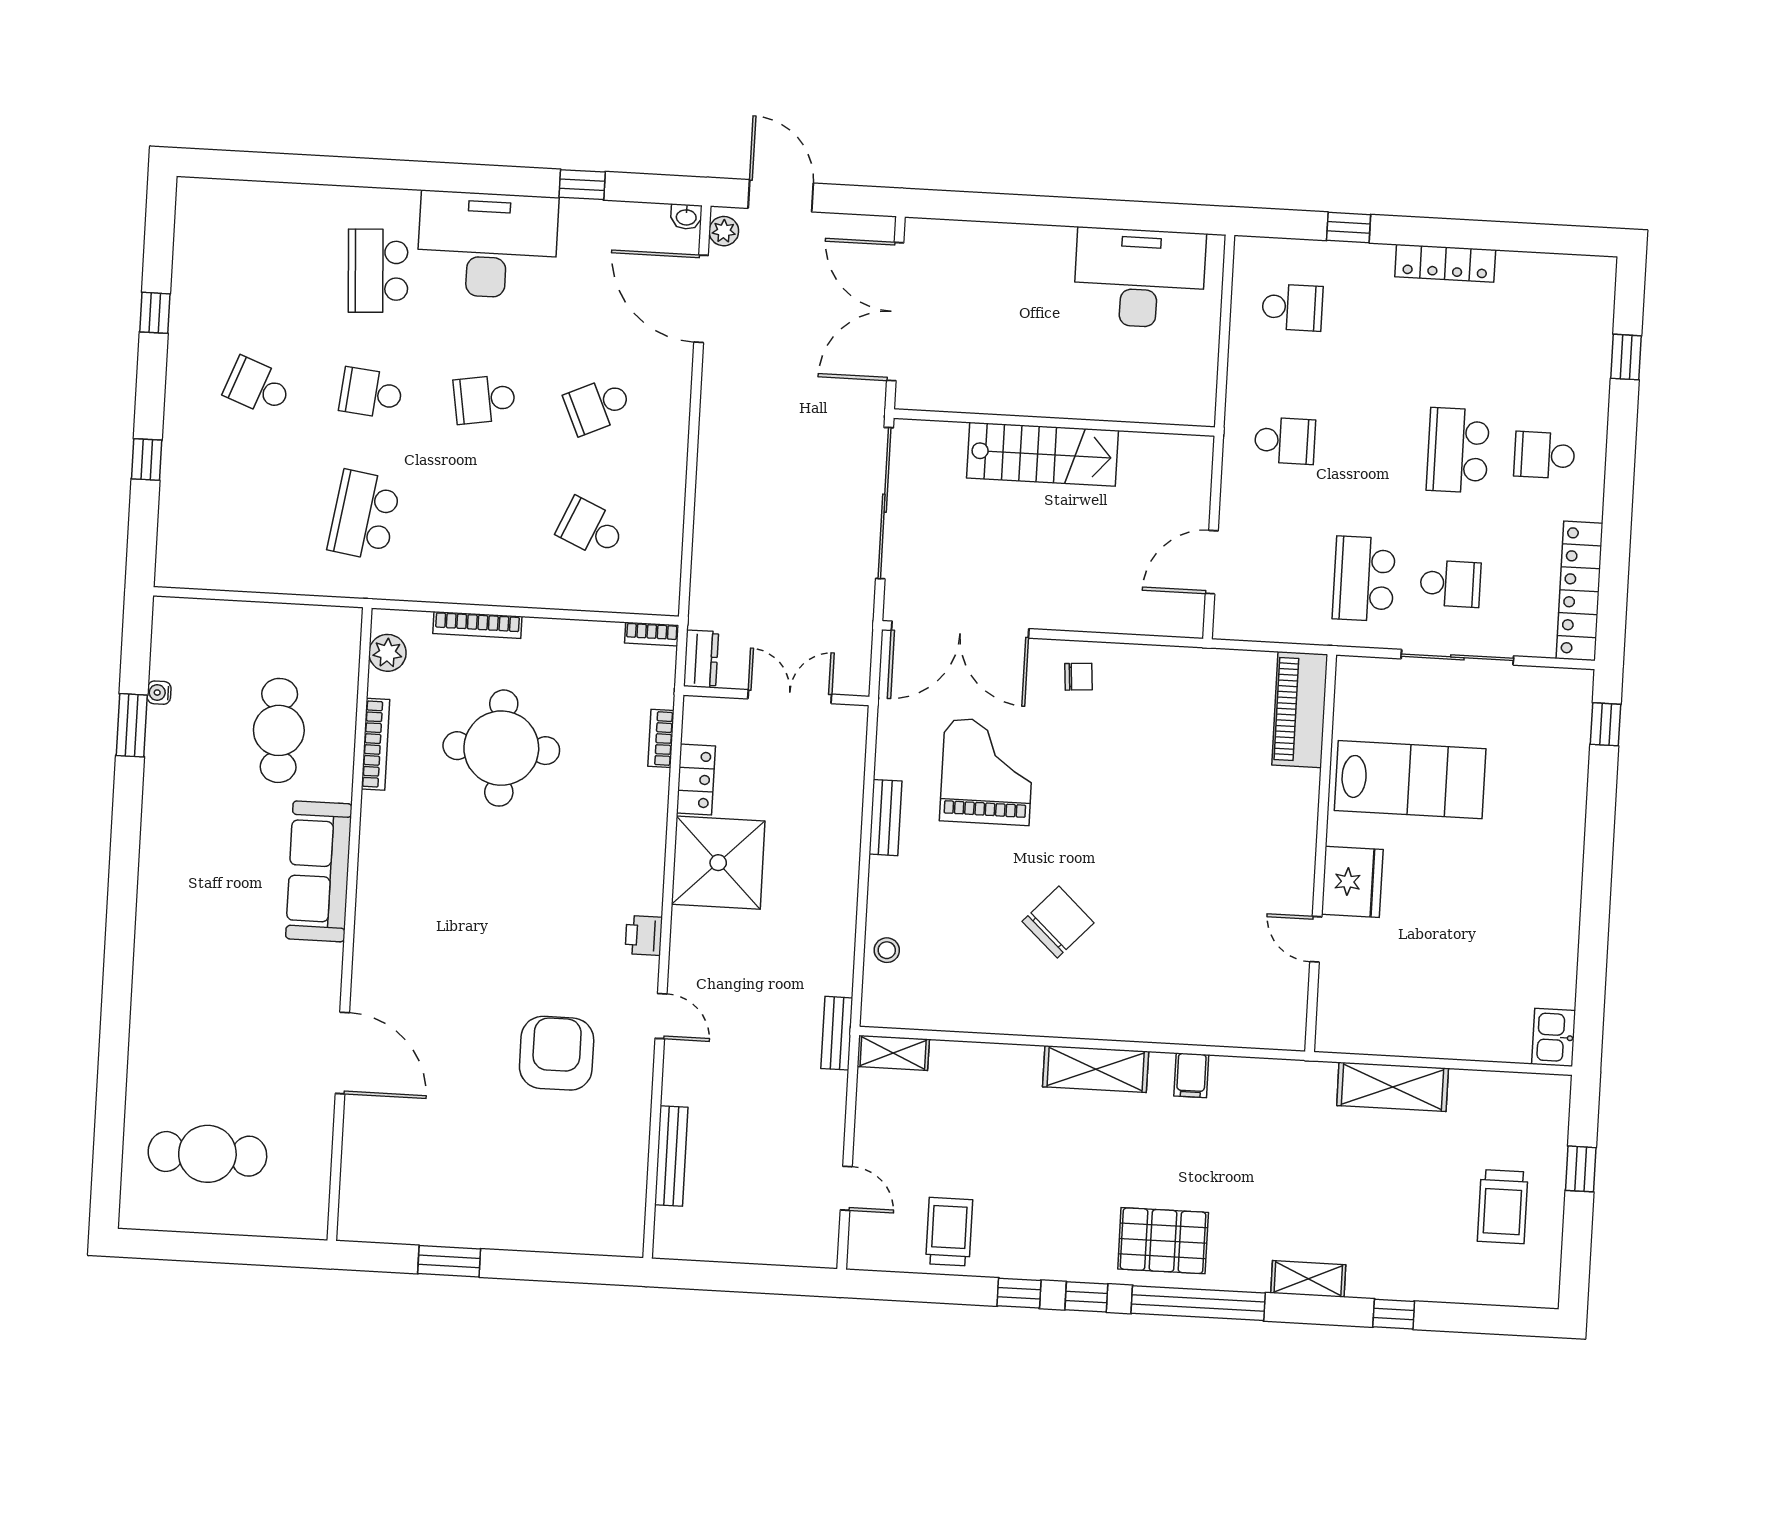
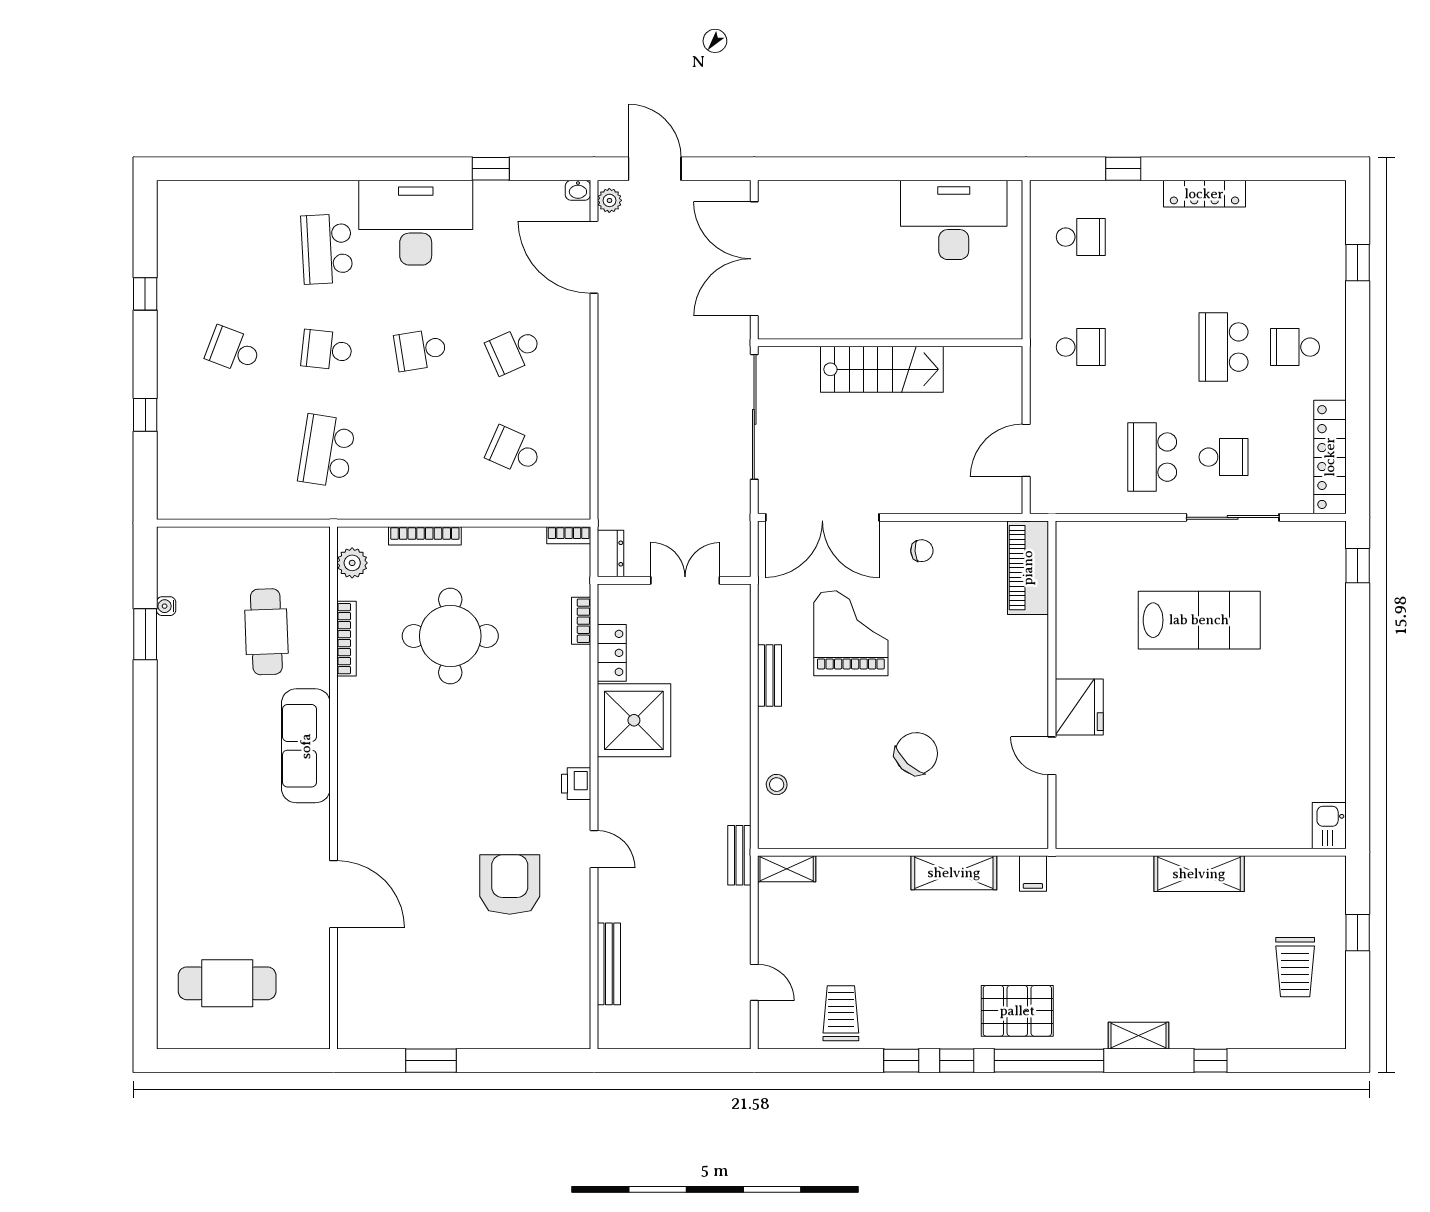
piano: (1300, 710) -> (1028, 568), moved
wall: (1321, 853) -> (1052, 685), moved
fridge: (1352, 882) -> (1079, 707), moved
door: (1316, 939) -> (1052, 756), moved

